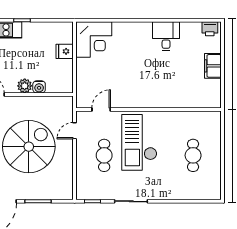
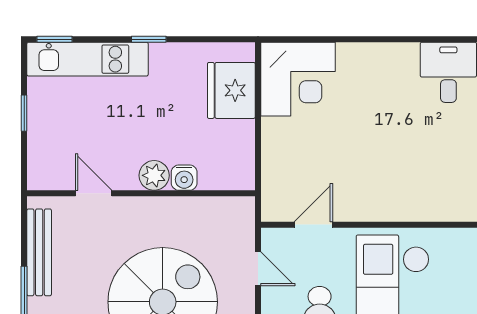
fridge: (65, 51) -> (231, 90), width x1.88, depth x1.34
door: (75, 131) -> (258, 269), swing flipped

